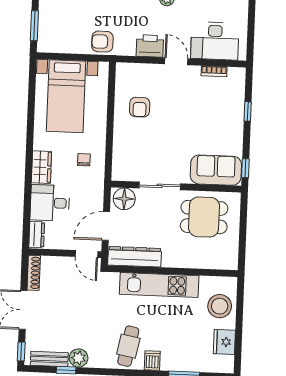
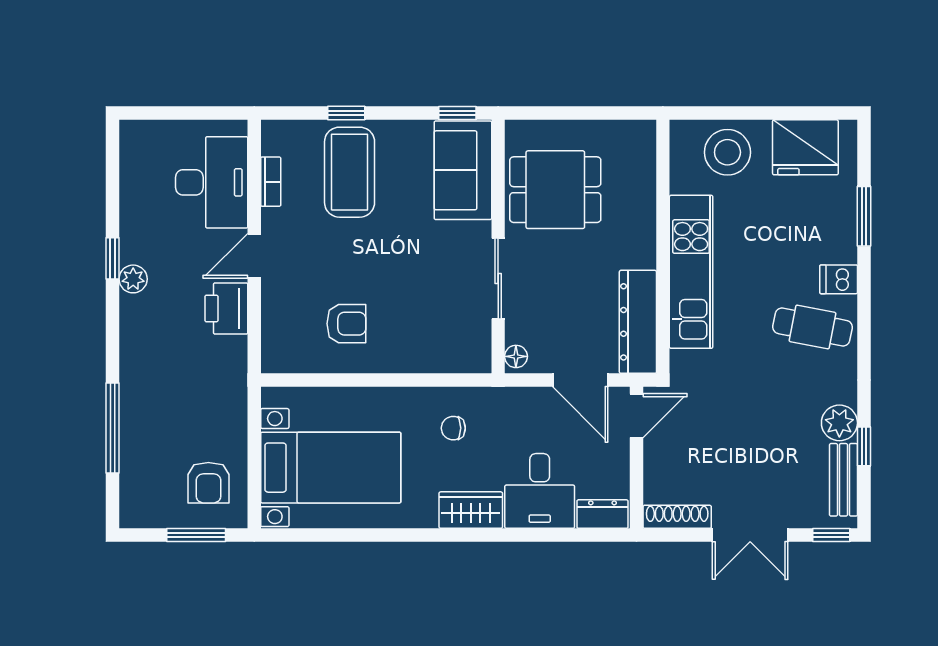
armchair: (102, 42) -> (208, 483), moved
coffee table: (217, 112) -> (350, 172), added
floor lamp: (124, 199) -> (516, 356), width x0.53, depth x0.53
dining table: (204, 217) -> (555, 190), turned 90
fridge: (224, 342) -> (805, 147), width x1.36, depth x1.34

